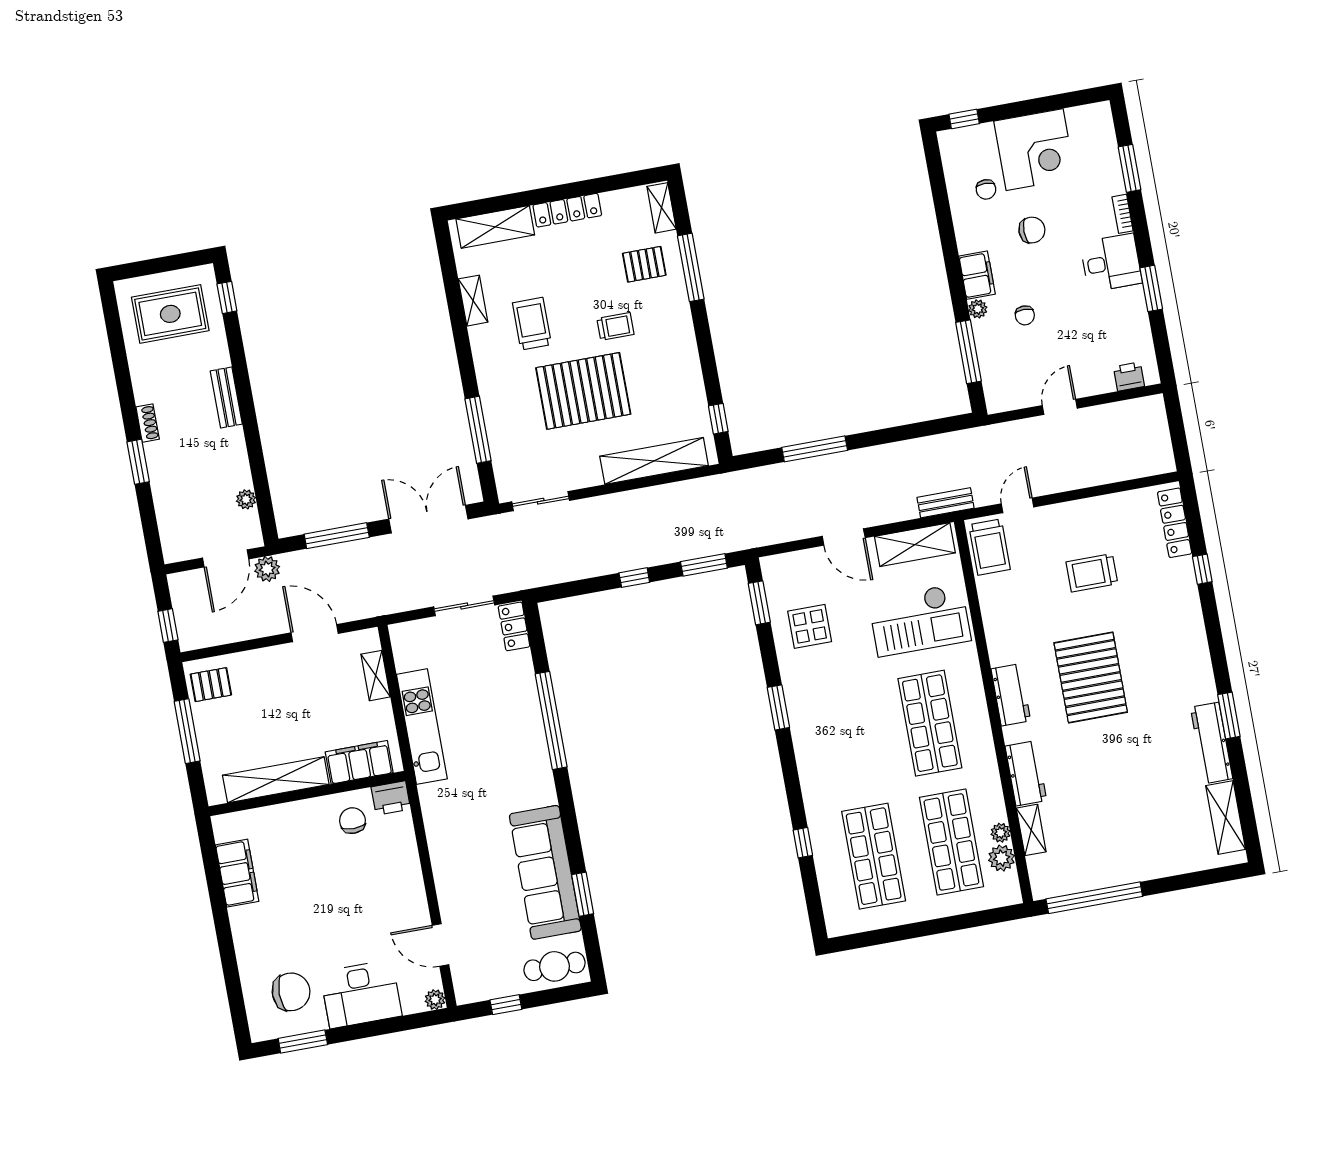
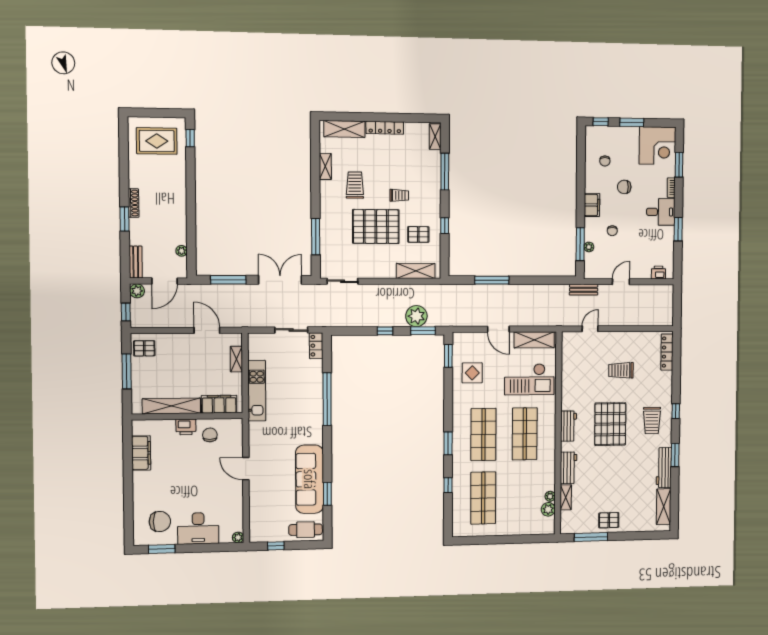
window: (1023, 108) -> (632, 122), added
corner desk: (1035, 150) -> (658, 146), moved
chair: (1032, 230) -> (624, 187), turned 180
pallet: (644, 264) -> (418, 234), moved
plant: (978, 309) -> (589, 247), moved
bench: (226, 397) -> (136, 262), moved
window: (718, 419) -> (445, 226), moved
shoe rack: (148, 423) -> (134, 203), width x1.43
shelving: (654, 461) -> (416, 271), width x0.68
bench: (946, 503) -> (584, 290), moved
plant: (687, 540) -> (416, 316), added
trolley: (990, 547) -> (652, 421), moved
plant: (267, 569) -> (137, 291), moved
window: (1202, 569) -> (676, 411), moved
window: (778, 707) -> (448, 443), moved
printer: (391, 798) -> (186, 427), moved
shop shelf: (951, 842) -> (483, 434), moved
pallet: (1123, 860) -> (609, 520), added
window: (1094, 898) -> (591, 537), width x0.68
door: (440, 945) -> (246, 469), moved

